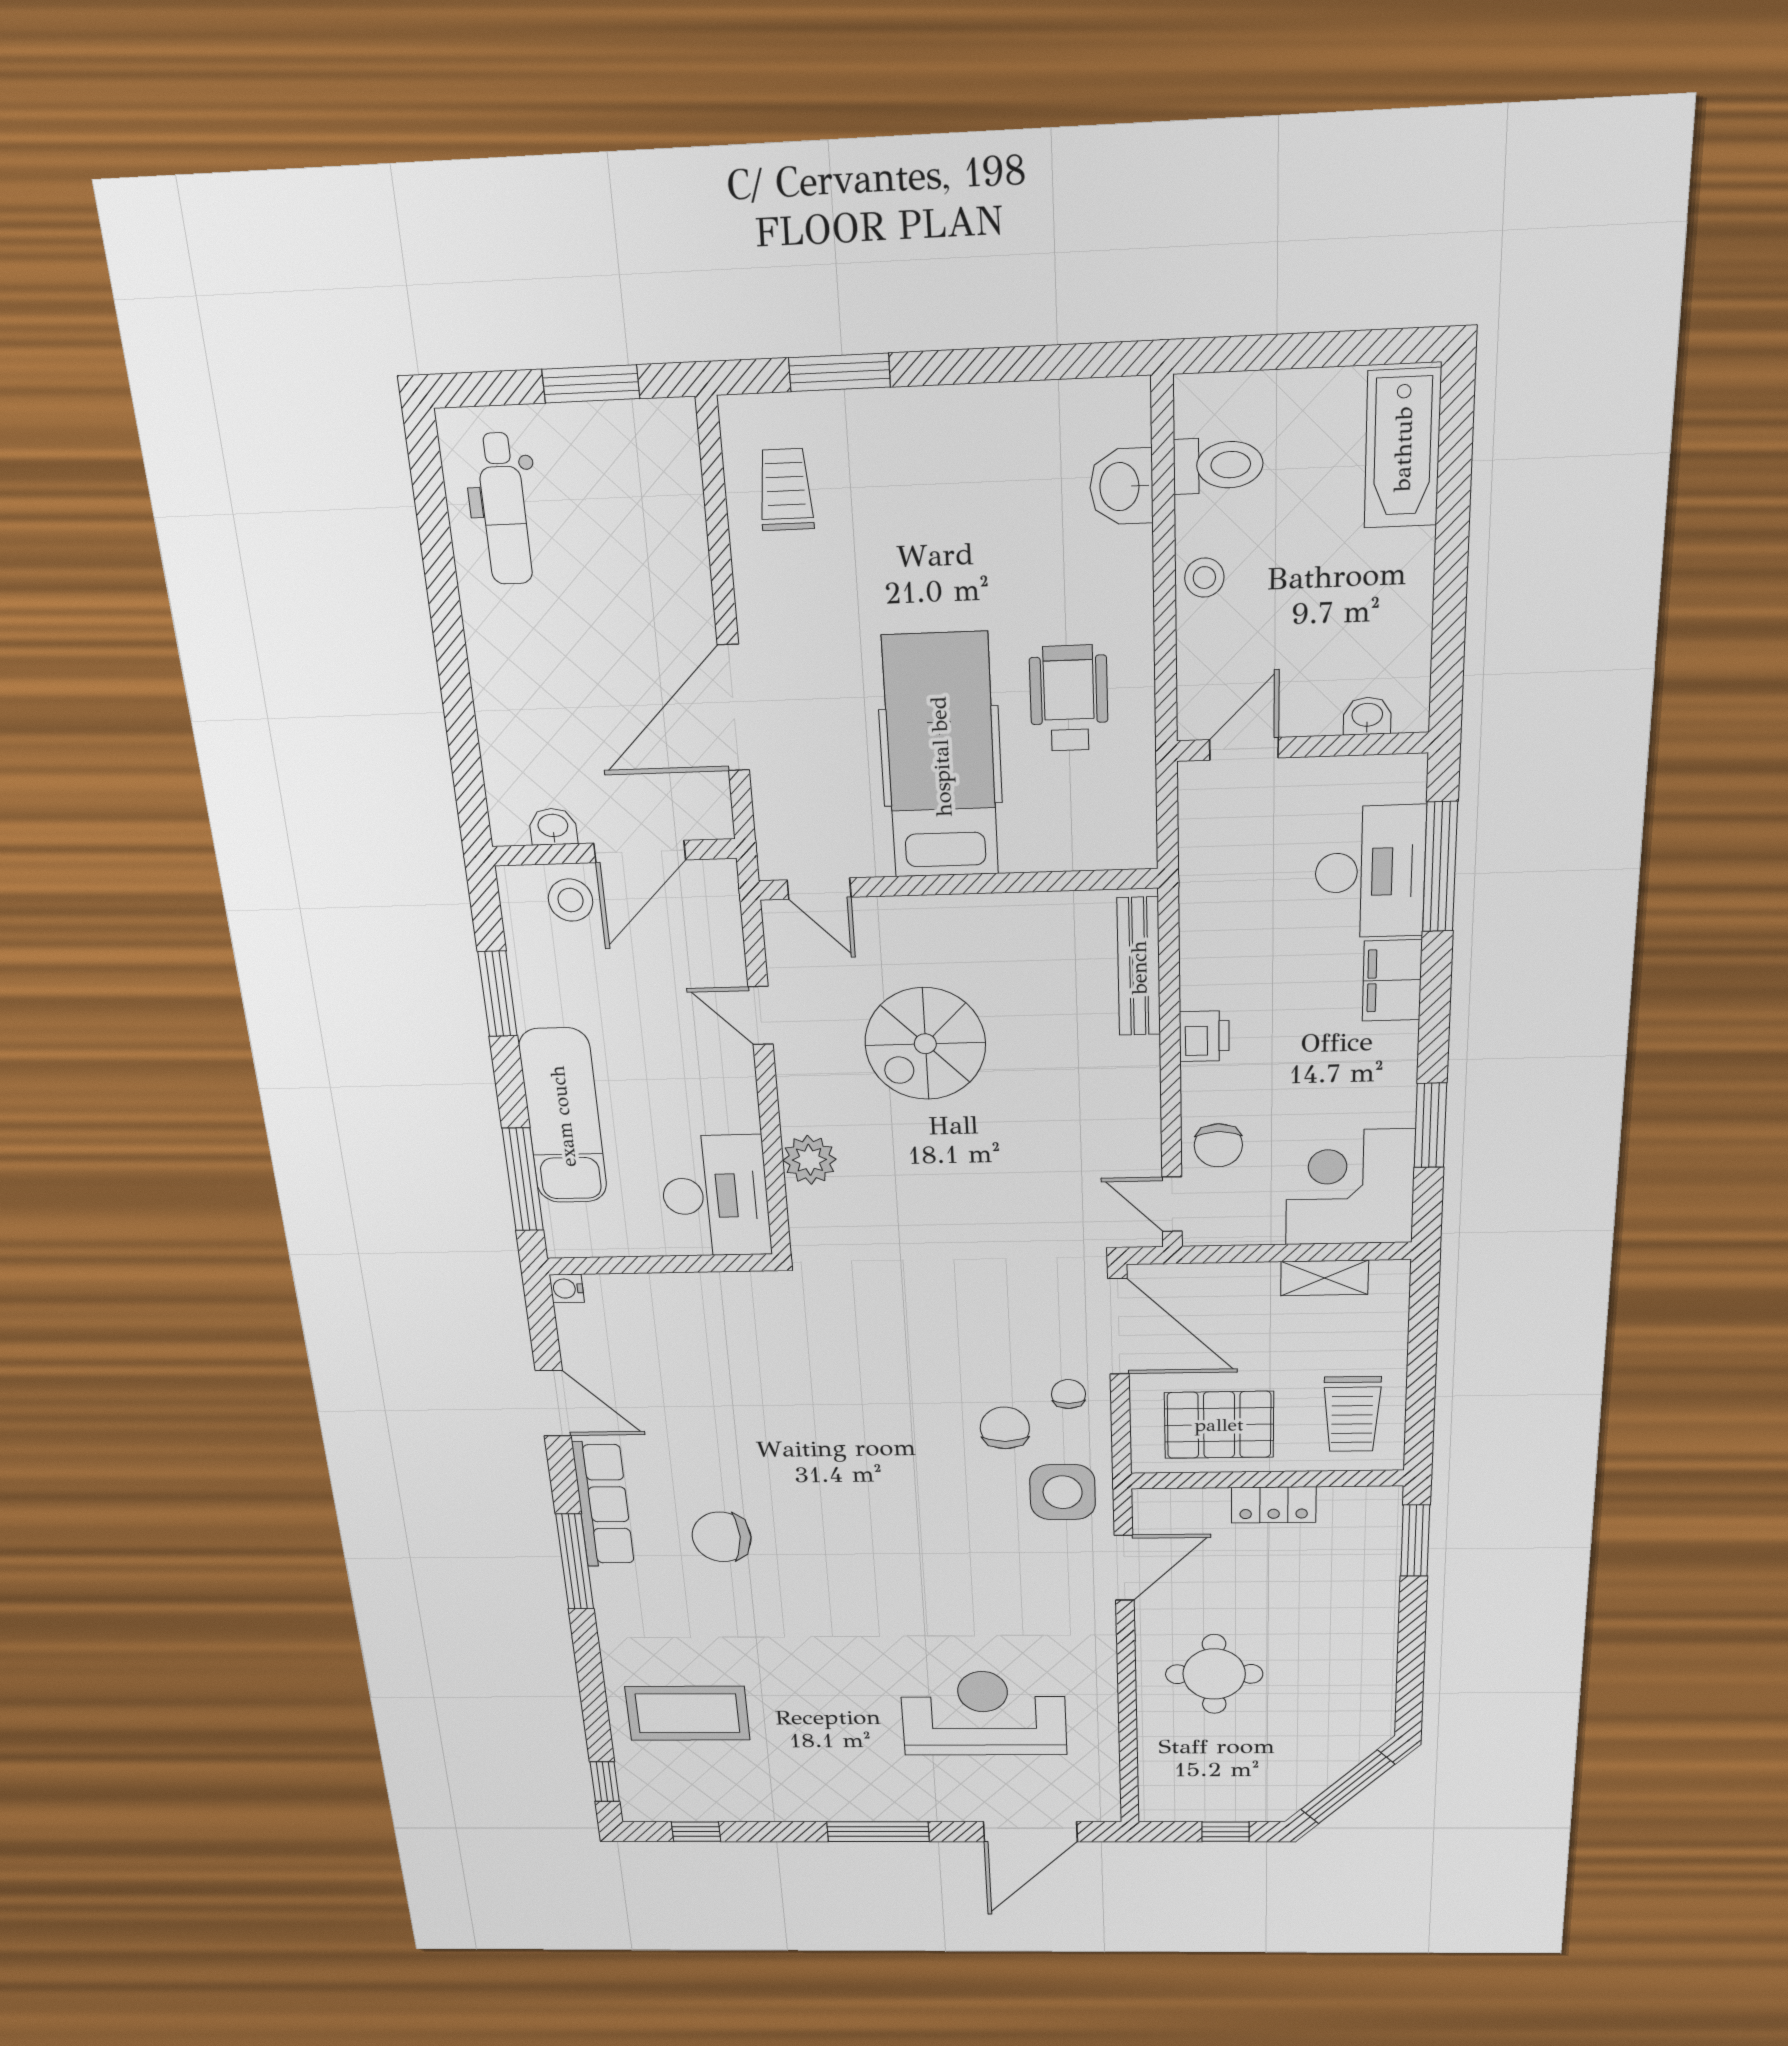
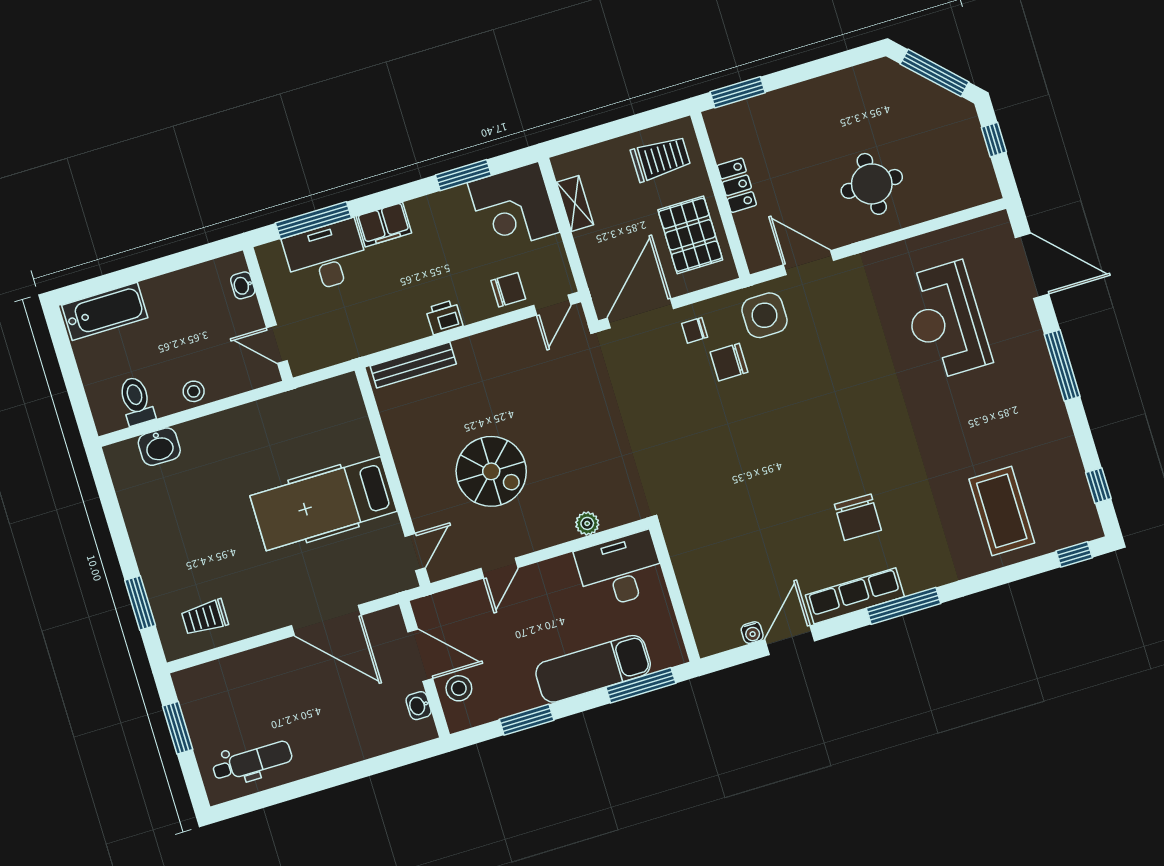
wheelchair: (1069, 698) -> (274, 444), removed
plant: (809, 1160) -> (587, 523), width x0.73, depth x0.73
water cooler: (567, 1289) -> (752, 633), moved

